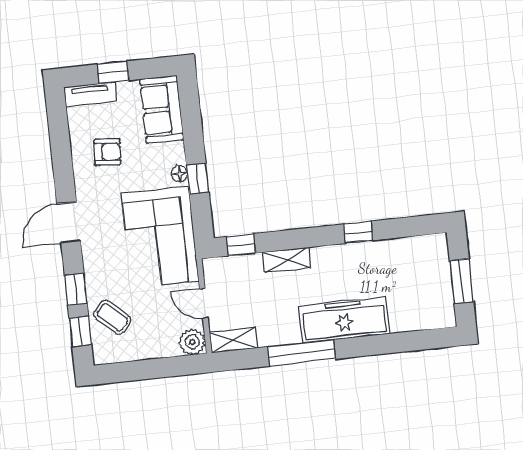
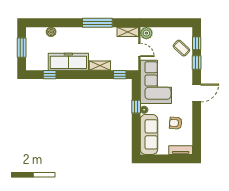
window: (113, 72) -> (169, 159), removed
sofa: (162, 109) -> (149, 134), width x1.36
window: (358, 232) -> (50, 75), moved
freezer: (344, 320) -> (68, 62), moved, turned 180
boiler: (401, 322) -> (51, 32), added

